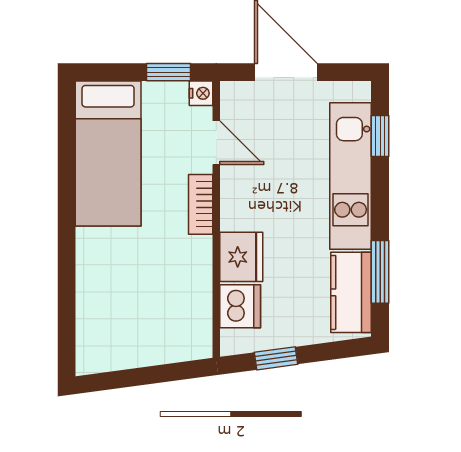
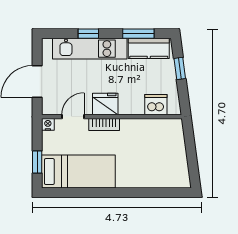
window: (168, 72) -> (37, 162), moved
window: (380, 136) -> (88, 34), moved
fridge: (241, 257) -> (105, 104), moved
window: (276, 358) -> (180, 68), moved

